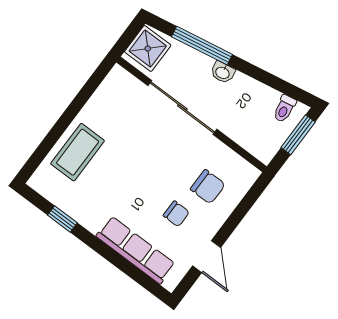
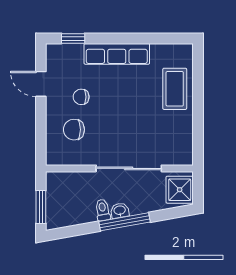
window: (202, 46) -> (125, 222), moved
toilet: (284, 109) -> (103, 210), moved
window: (62, 219) -> (73, 38), moved
row of seats: (136, 250) -> (117, 54), moved

